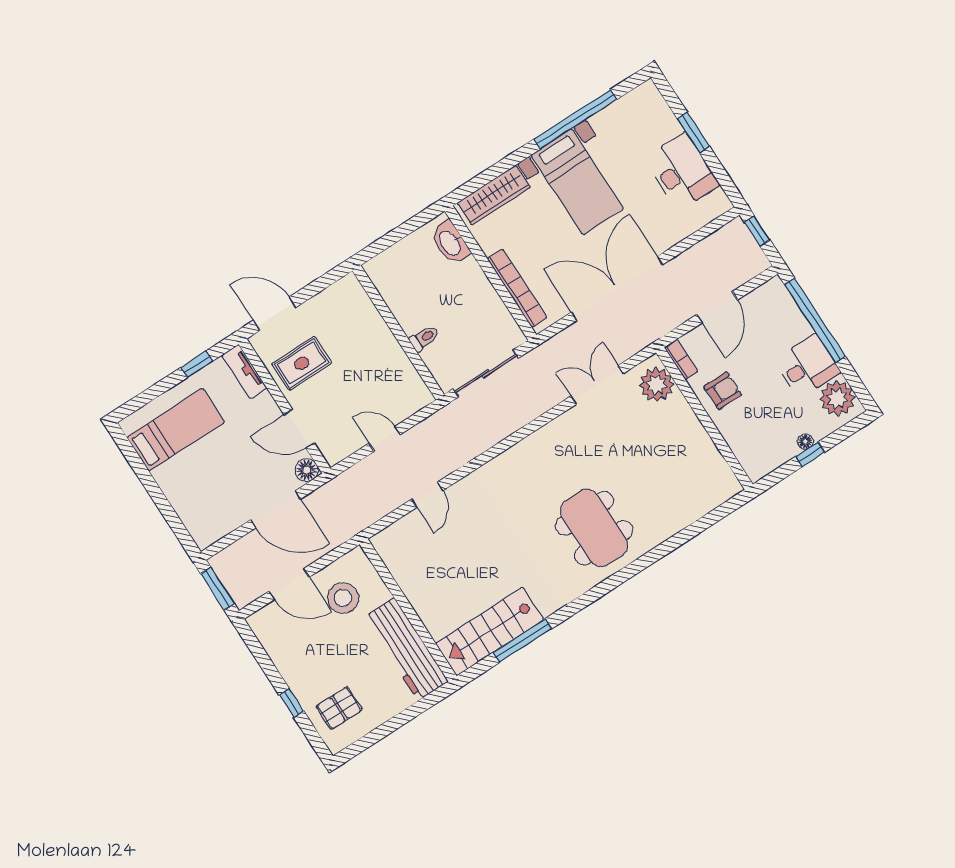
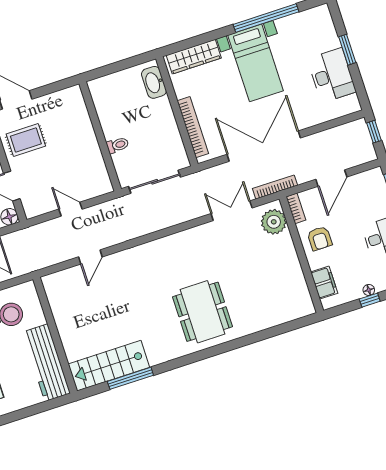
bookcase: (646, 338) -> (275, 187), added
armchair: (723, 391) -> (320, 238), turned 90
filing cabinet: (744, 447) -> (324, 283), added

